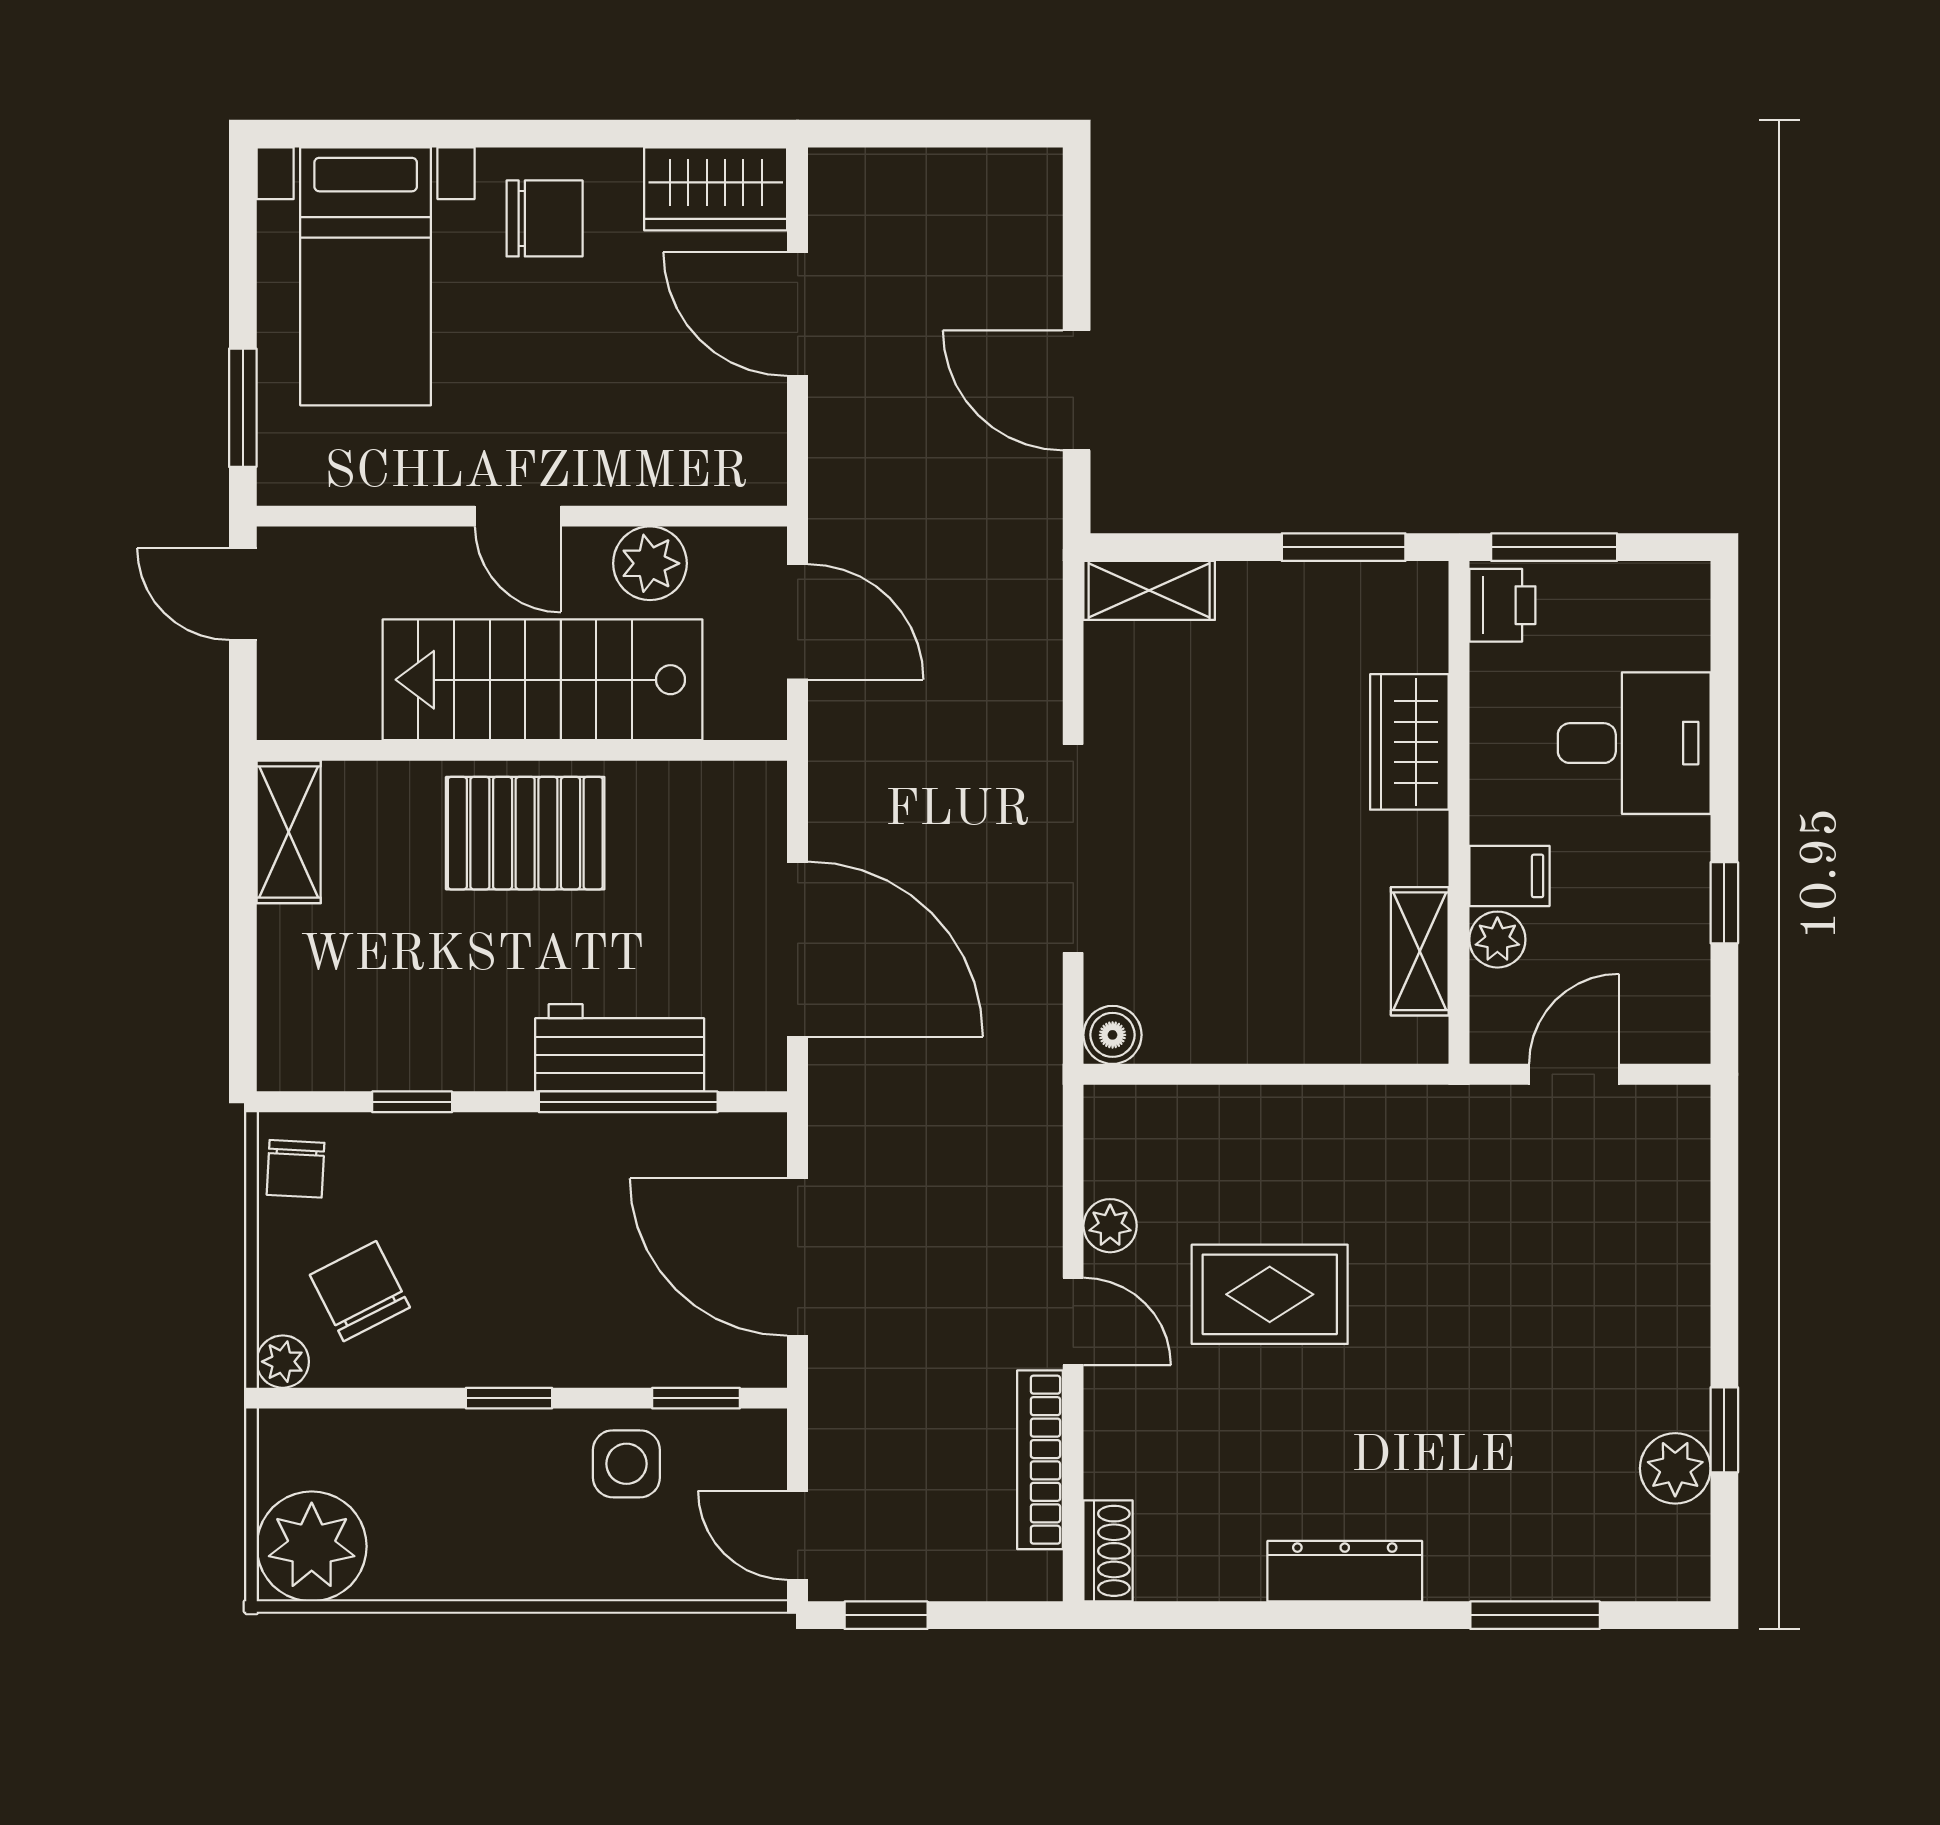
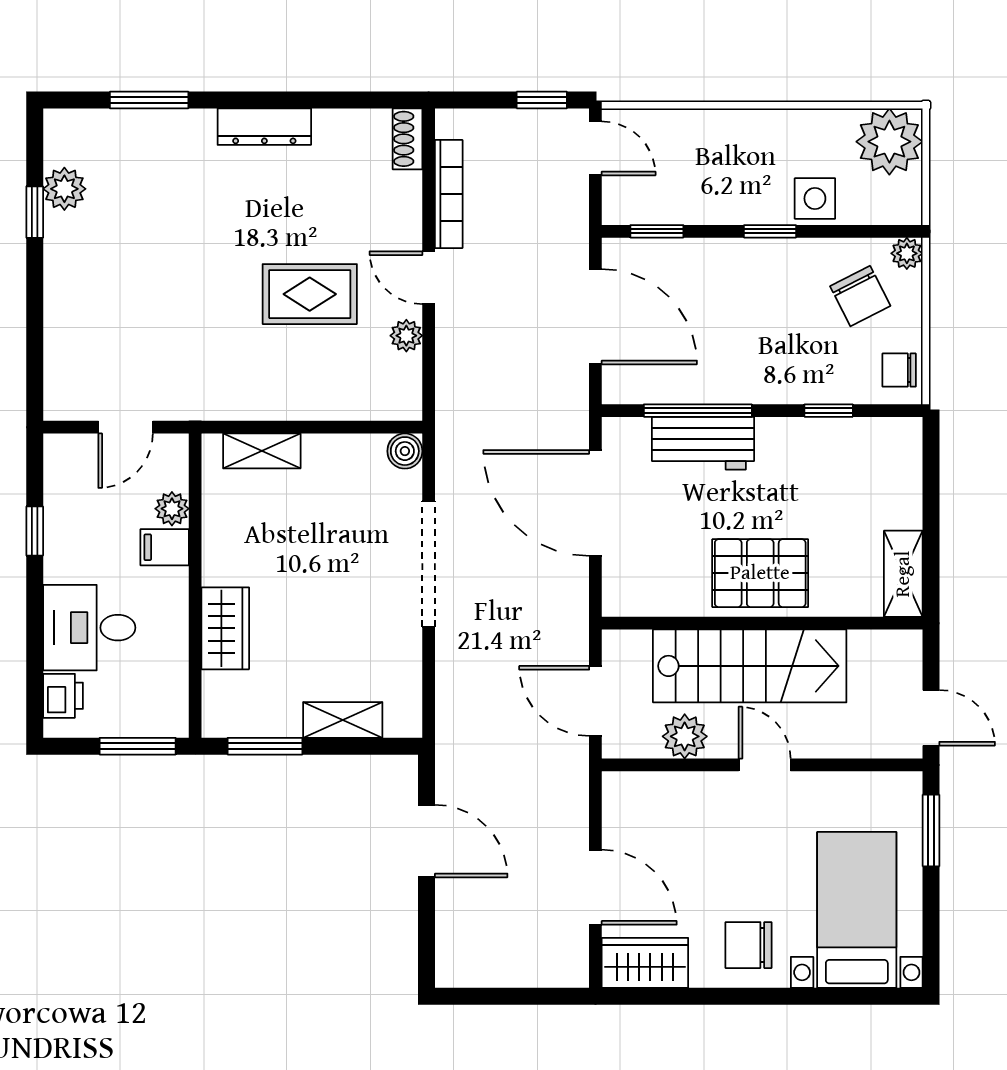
shelving: (1149, 590) -> (343, 720), moved
printer: (1502, 605) -> (63, 696), moved, turned 180
shelving: (1420, 951) -> (262, 451), moved, turned 90
chair: (296, 1169) -> (899, 370), turned -93
side table: (626, 1464) -> (815, 198), moved

